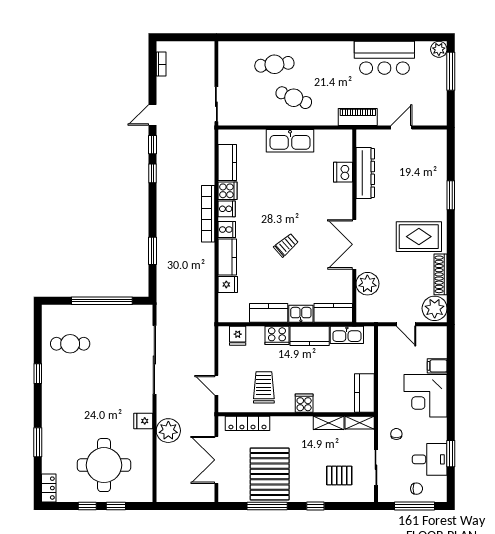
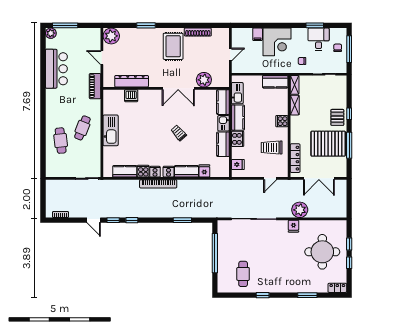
plant: (435, 308) -> (111, 36), moved
pallet: (339, 475) -> (337, 117), moved

